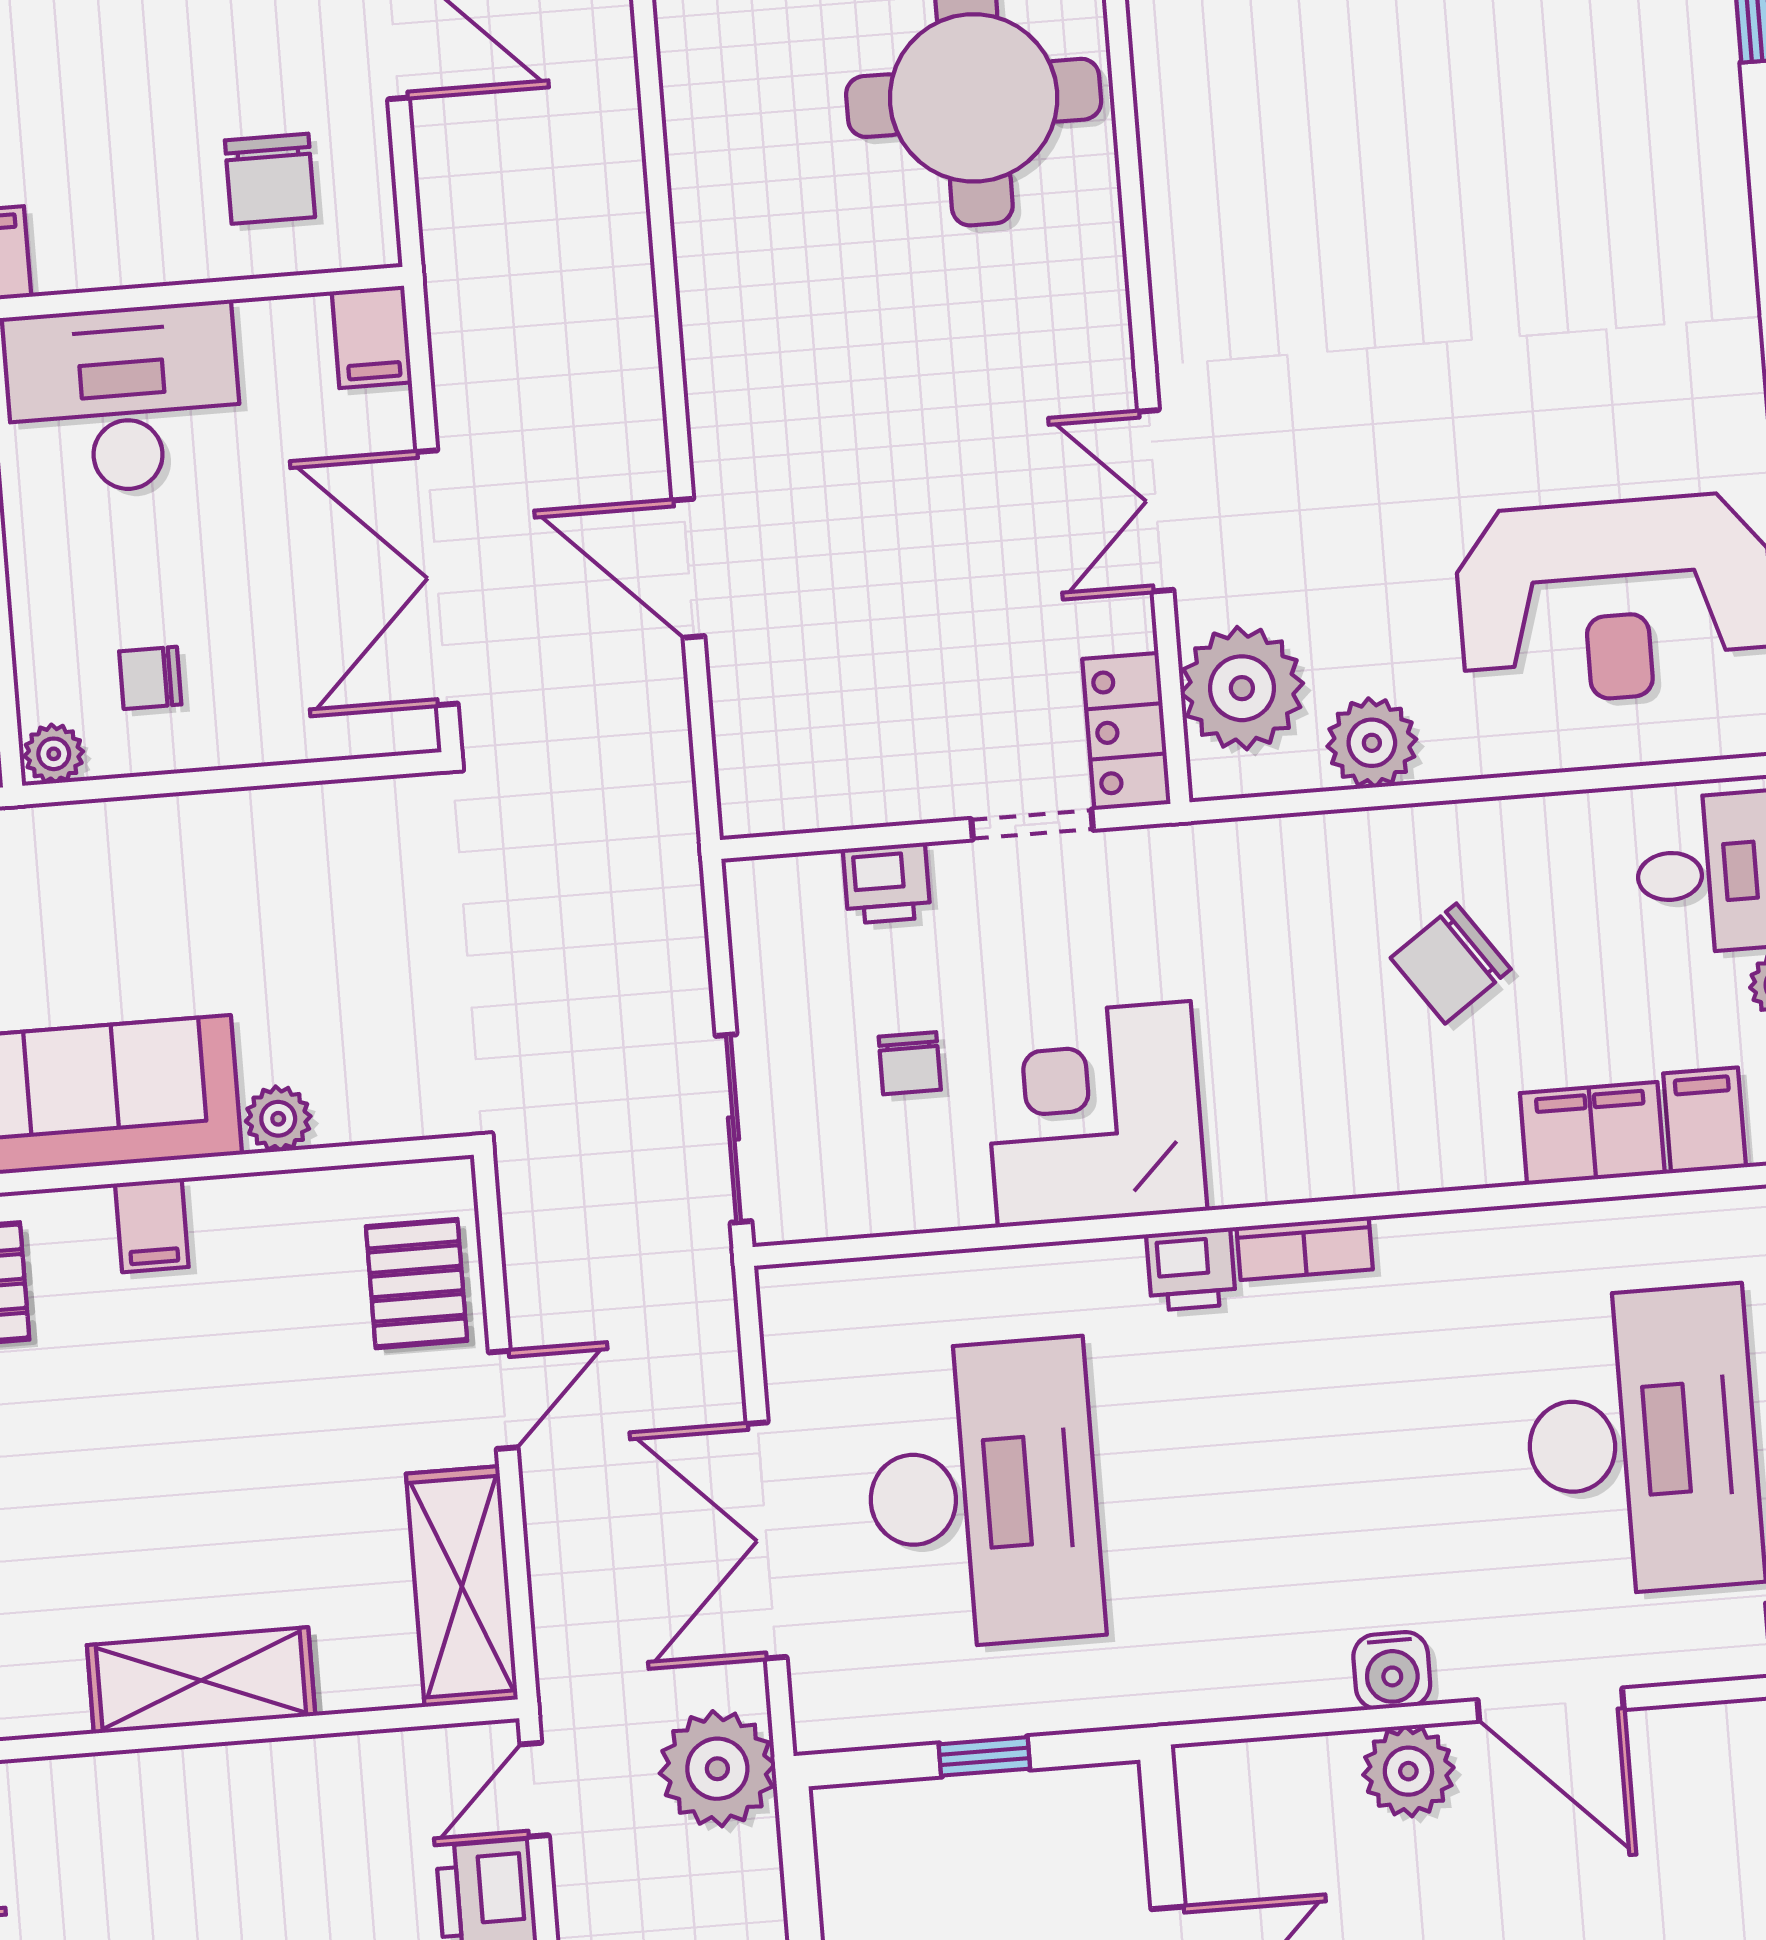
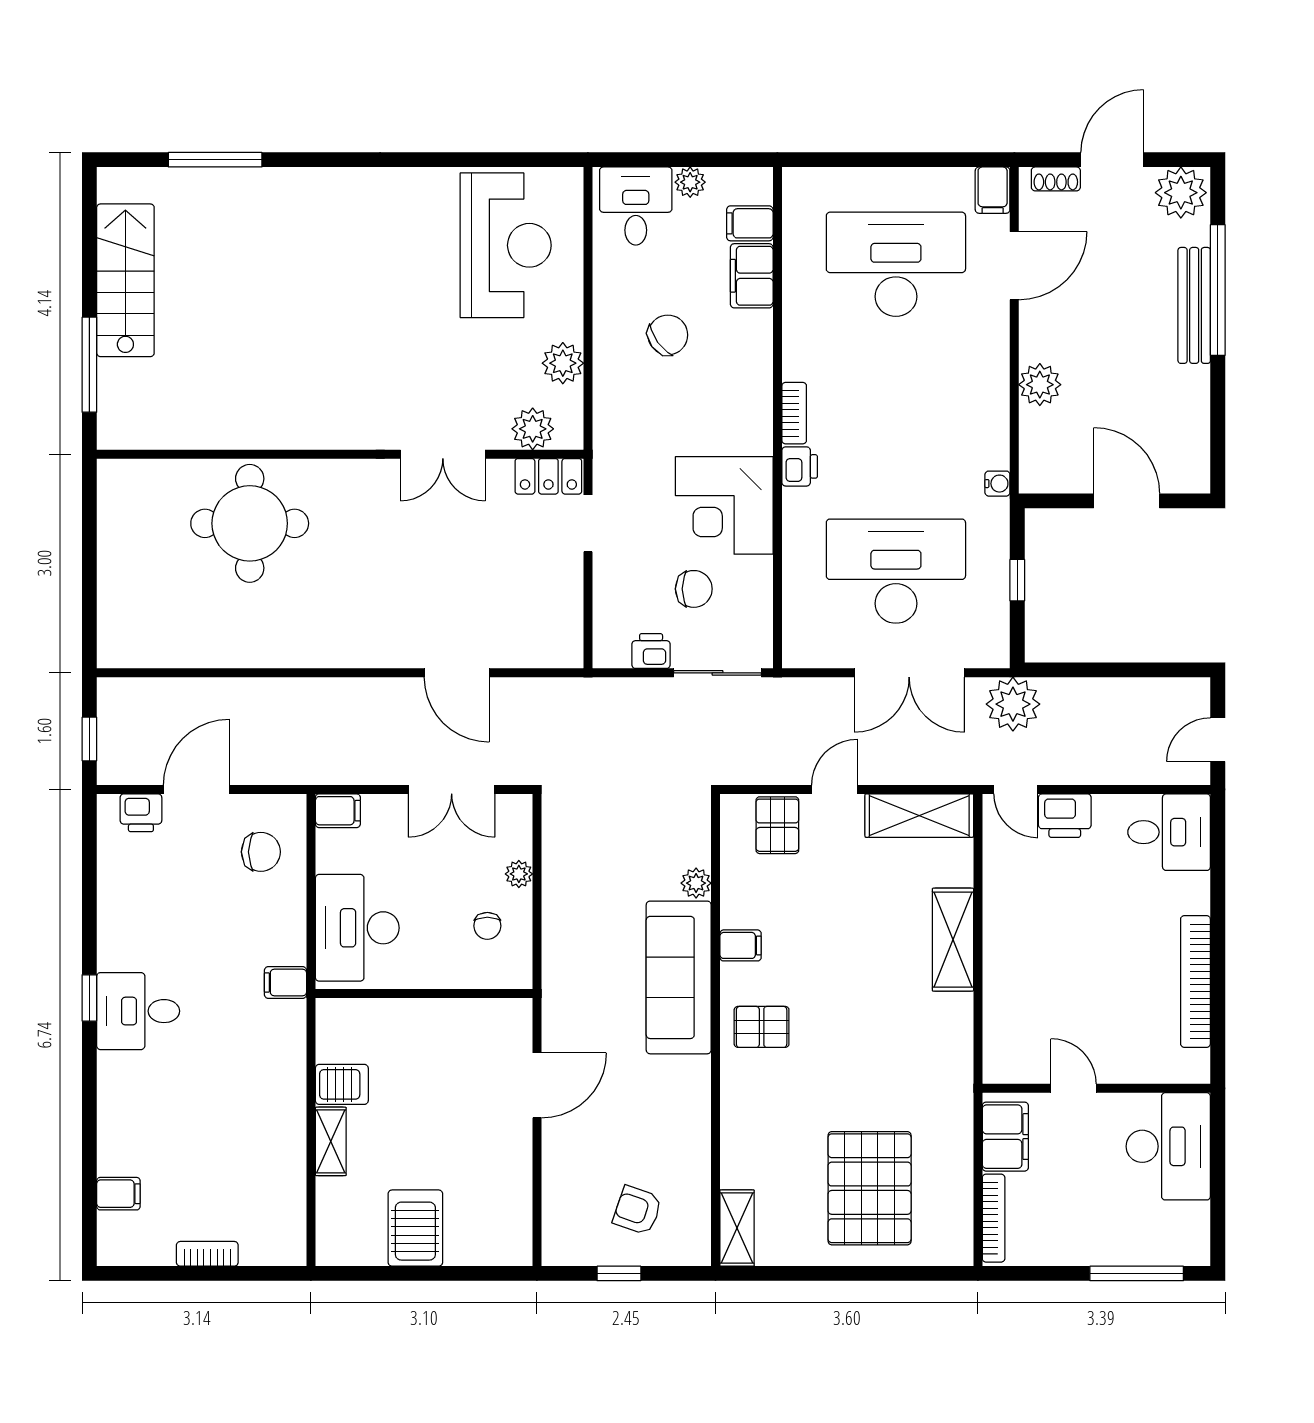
door: (688, 568) -> (457, 673), hinge flipped
double door: (437, 578) -> (452, 789), width x0.73
plant: (1242, 688) -> (533, 429), width x0.73, depth x0.73
plant: (54, 754) -> (519, 874), moved
printer: (887, 883) -> (651, 651), moved, turned -90
chair: (1451, 964) -> (668, 335), turned -91
chair: (910, 1063) -> (694, 589), width x1.37, depth x1.37
pallet: (416, 1284) -> (777, 825), turned 90
door: (503, 1400) -> (834, 789), hinge flipped
water cooler: (1392, 1670) -> (997, 484), moved, width x0.72, depth x0.72
door: (1551, 1705) -> (1014, 266), moved

